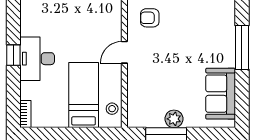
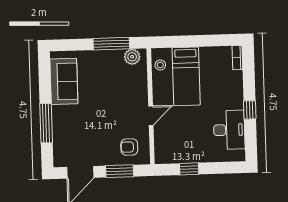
armchair: (150, 18) -> (129, 147), turned 180
desk: (37, 59) -> (229, 130), moved
plant: (174, 119) -> (132, 57), moved

